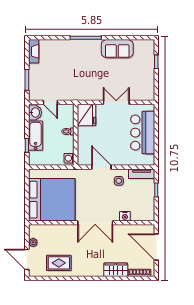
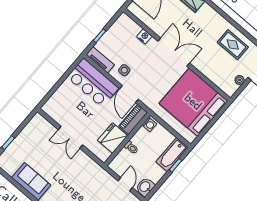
fridge: (87, 115) -> (113, 138), moved
bar counter: (143, 133) -> (93, 83), moved, turned 90
bathtub: (36, 136) -> (172, 155), moved
piano: (83, 152) -> (133, 119), added

